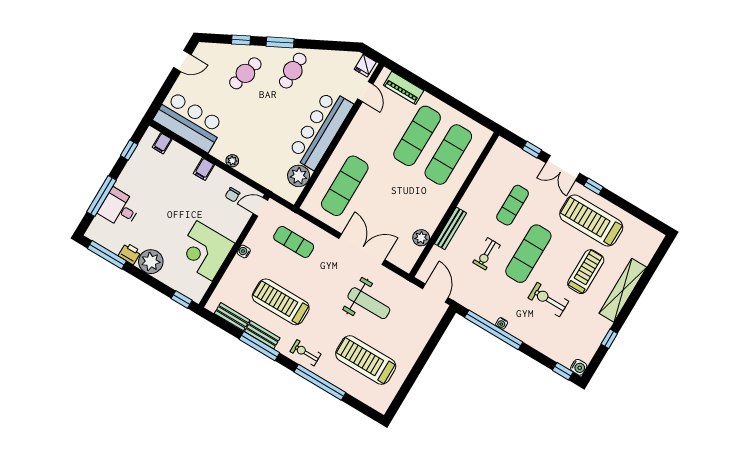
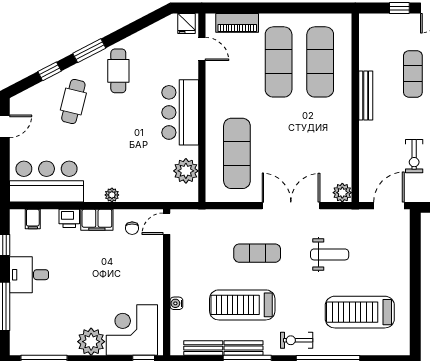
bar counter: (321, 129) -> (180, 112), width x0.73
filing cabinet: (204, 169) -> (97, 220), width x2.00
desk: (119, 208) -> (29, 275), moved
bench: (451, 228) -> (366, 96), moved
plant: (421, 238) -> (342, 193), moved
exercise mat: (294, 242) -> (257, 253), moved
corner desk: (205, 251) -> (132, 330), moved, turned 90
water cooler: (244, 251) -> (176, 303), moved
printer: (130, 254) -> (69, 218), moved, turned 180
exercise bike: (487, 254) -> (414, 156), moved
door: (435, 293) -> (389, 206), hinge flipped
weight bench: (369, 303) -> (330, 254), width x0.73, depth x0.75

